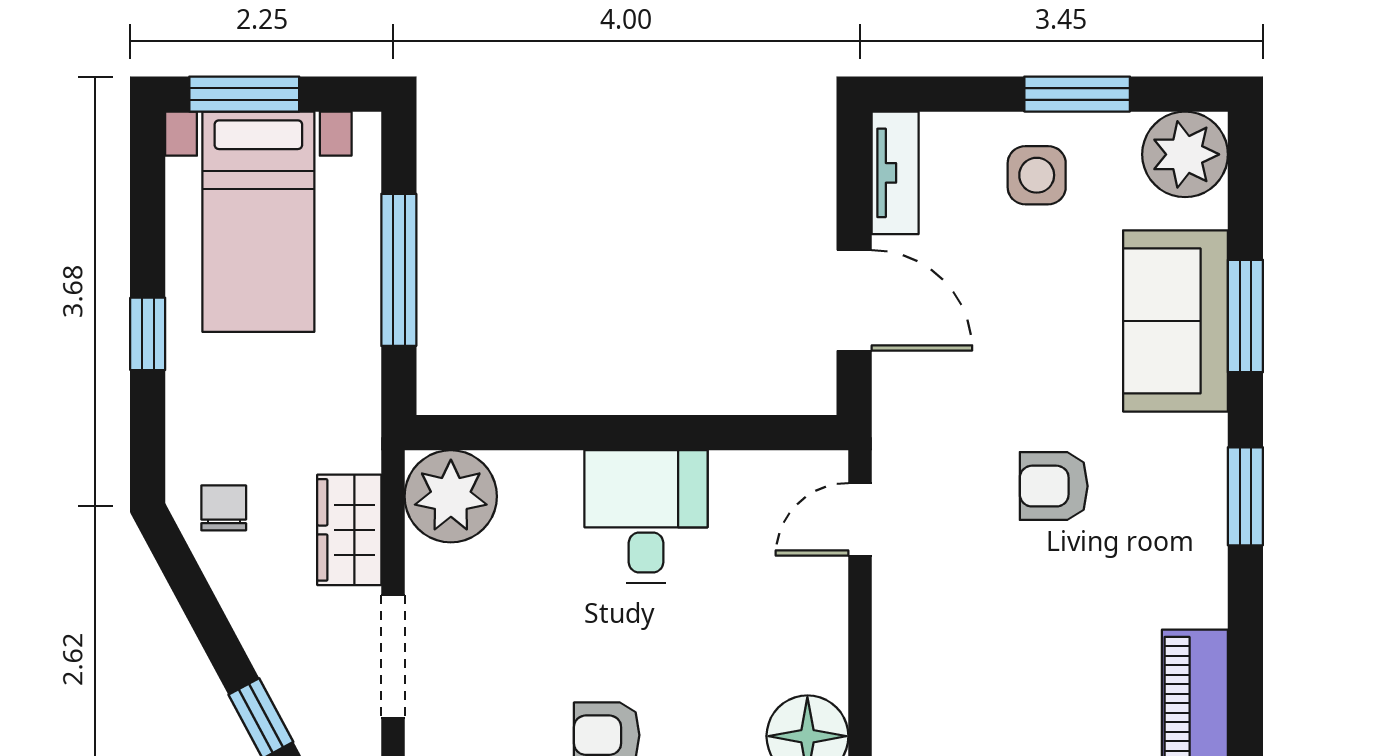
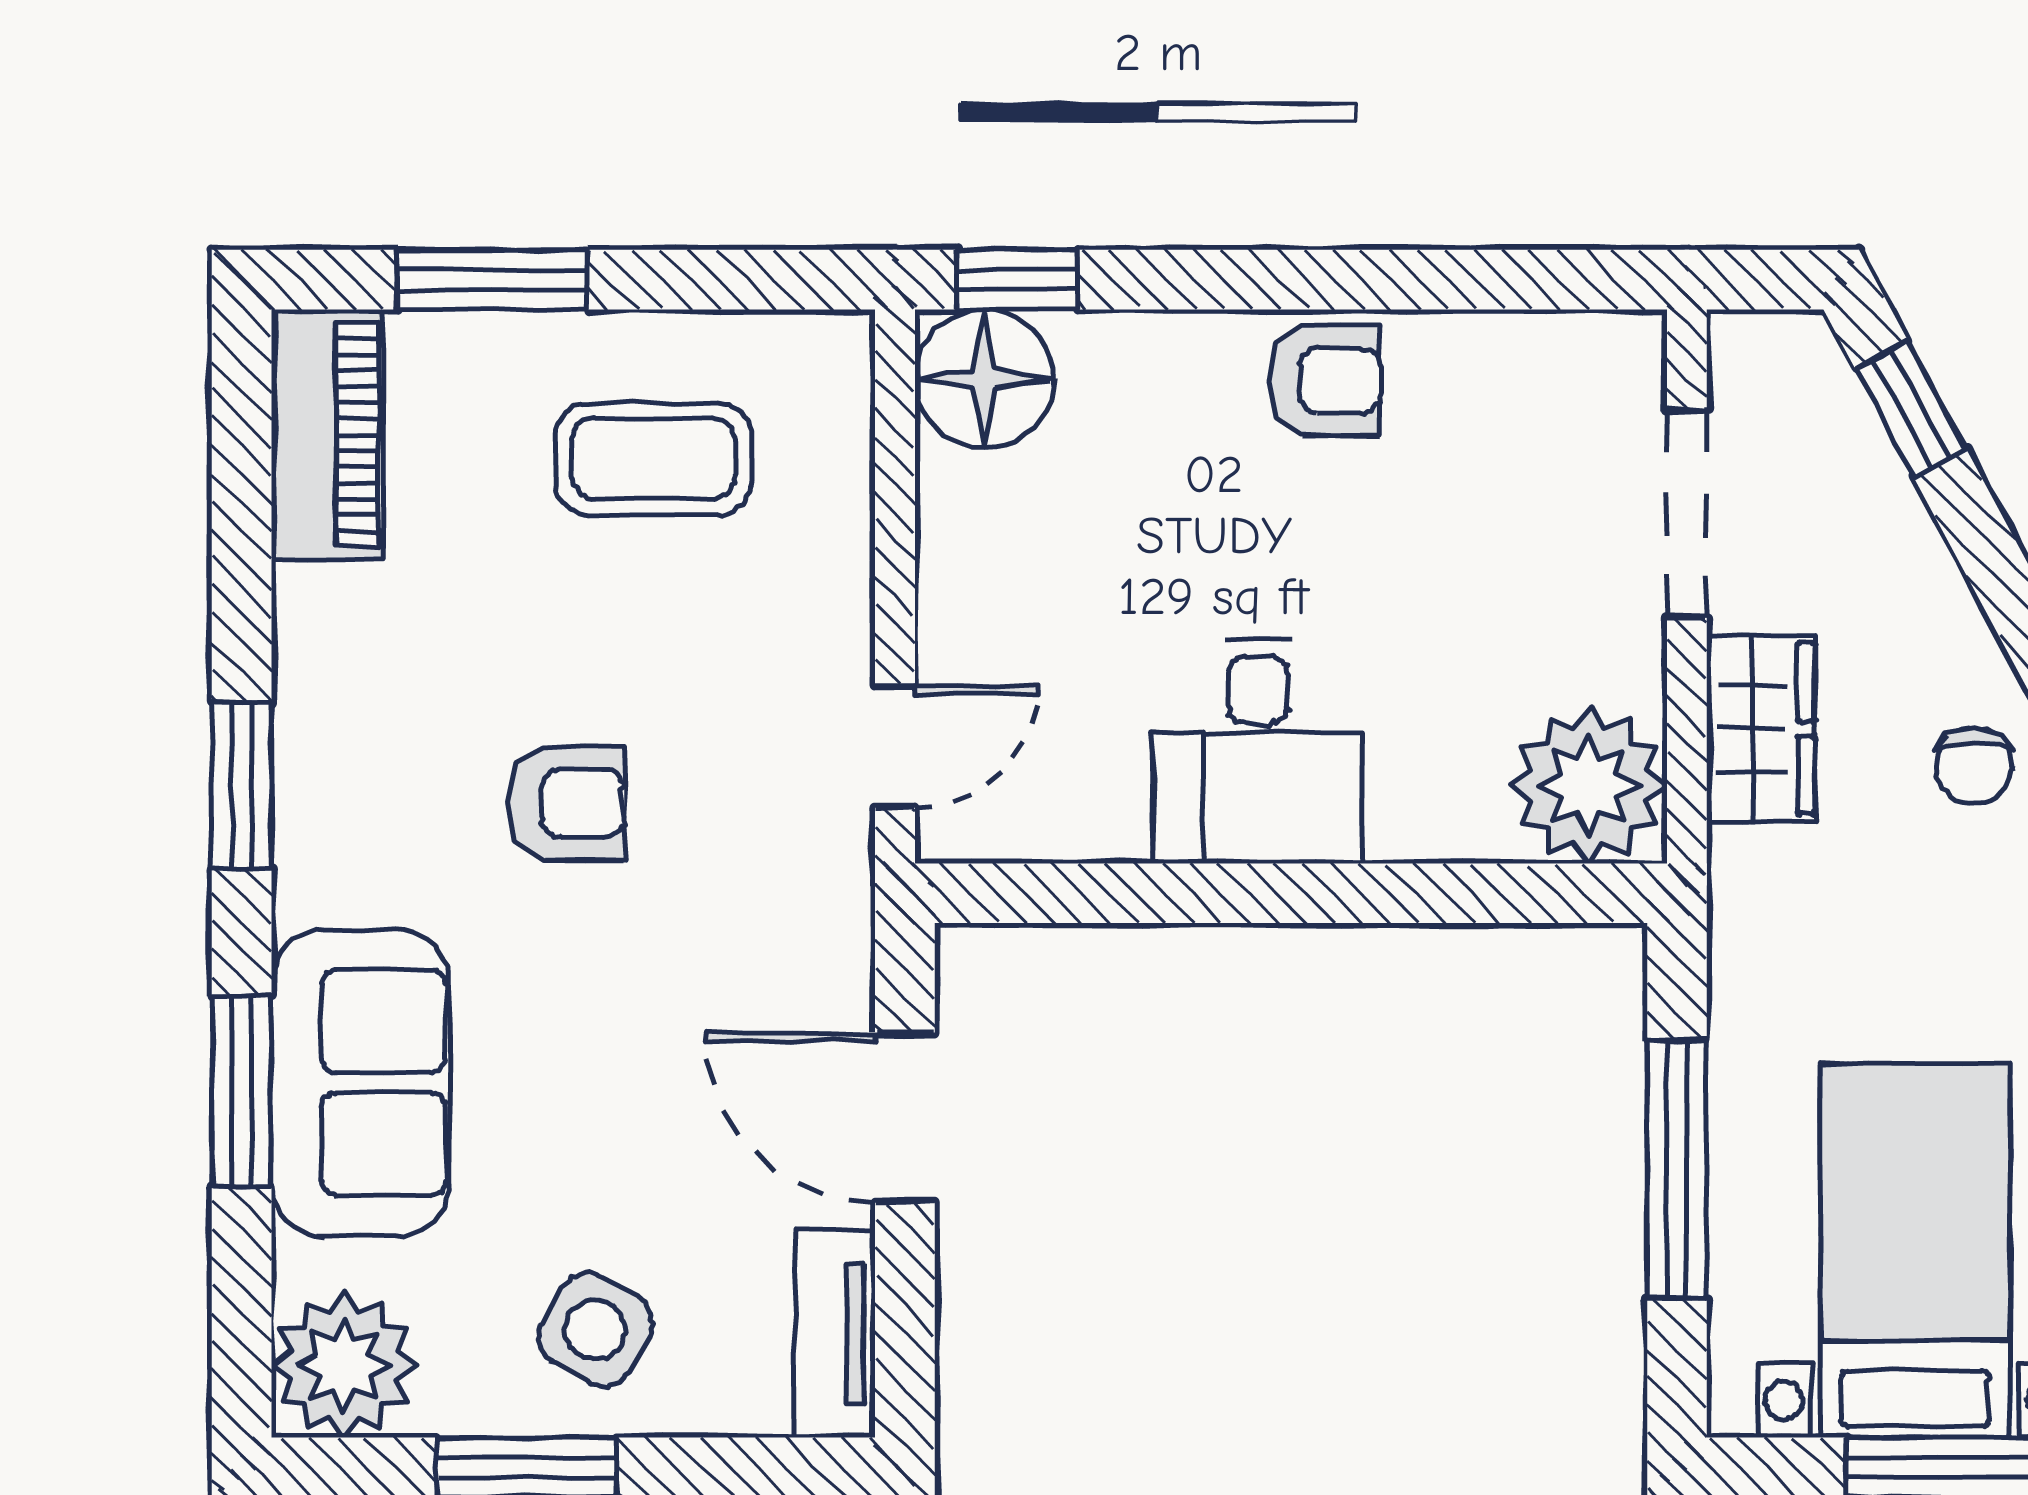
side table: (1037, 175) -> (595, 1330), turned 30
coffee table: (1003, 689) -> (653, 459), added

